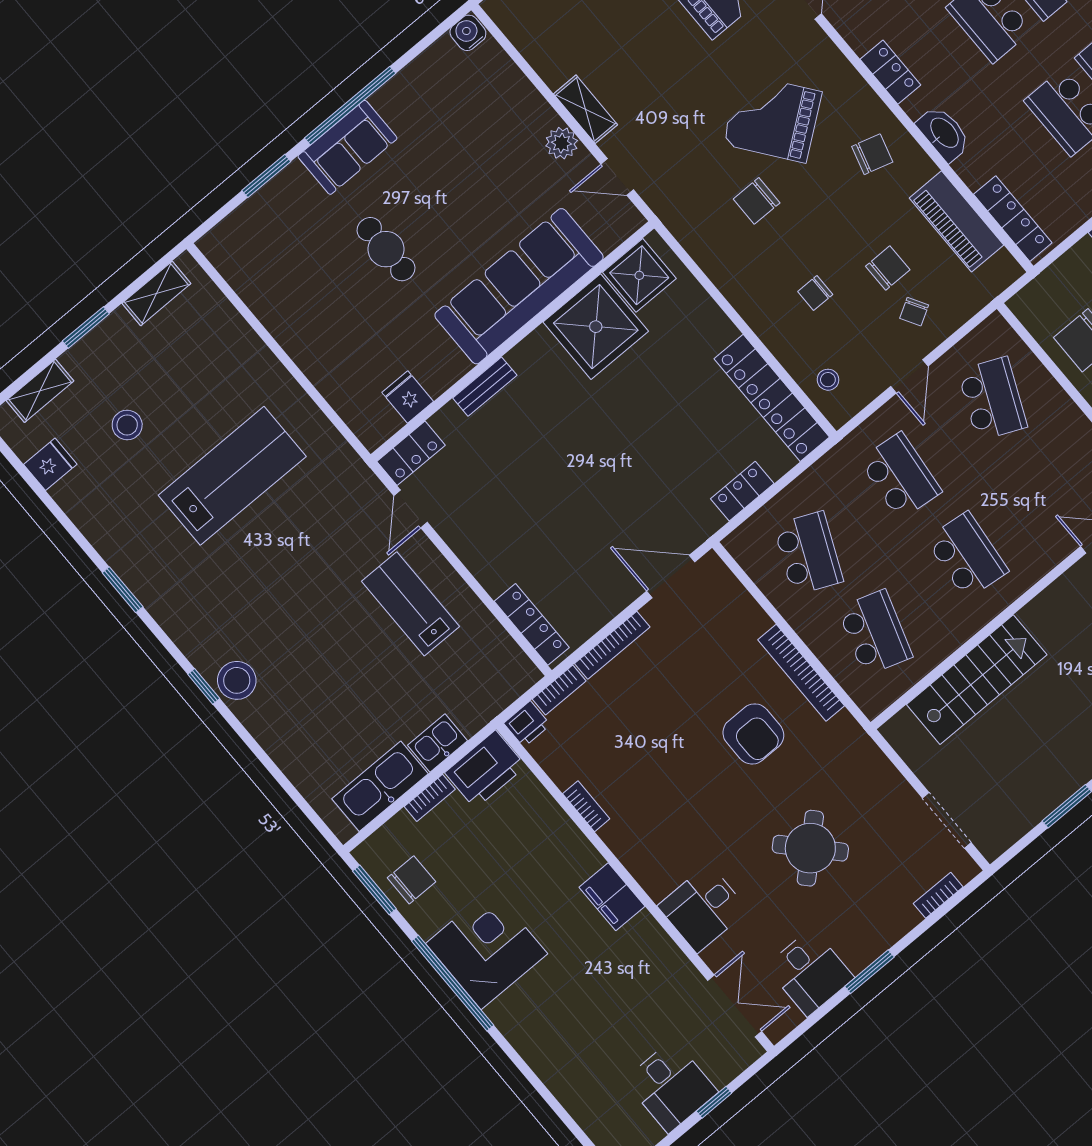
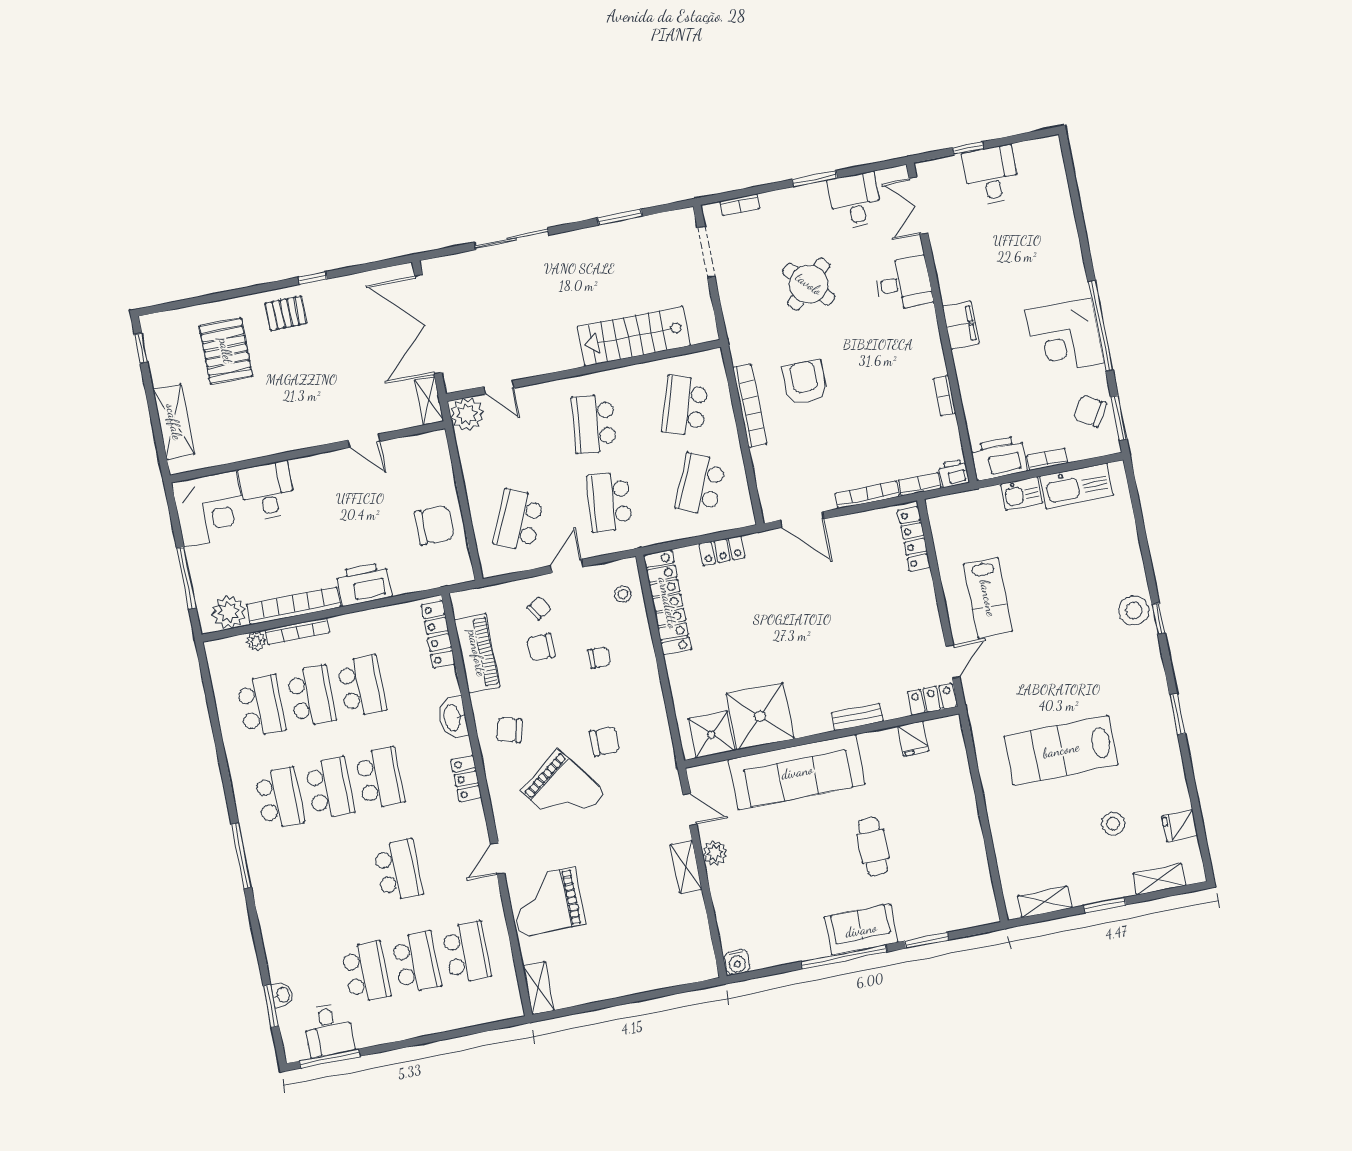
chair: (411, 880) -> (1090, 411), turned 30

